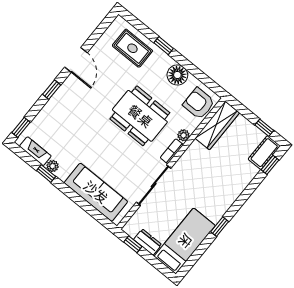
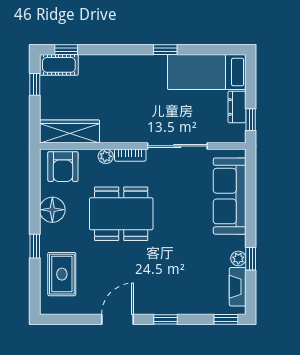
dining table: (140, 116) -> (121, 214), turned 90

